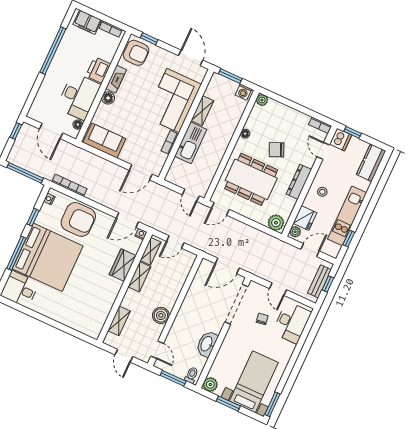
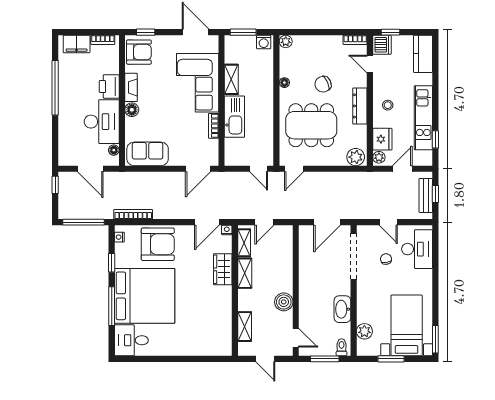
plant: (210, 385) -> (364, 331), moved

